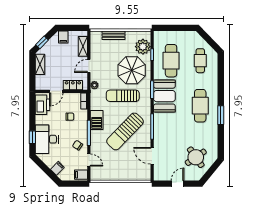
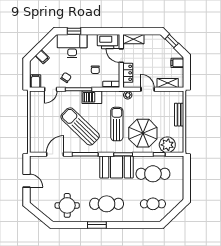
shelving: (40, 64) -> (133, 39), moved
round table: (196, 157) -> (67, 205), moved, turned 35

